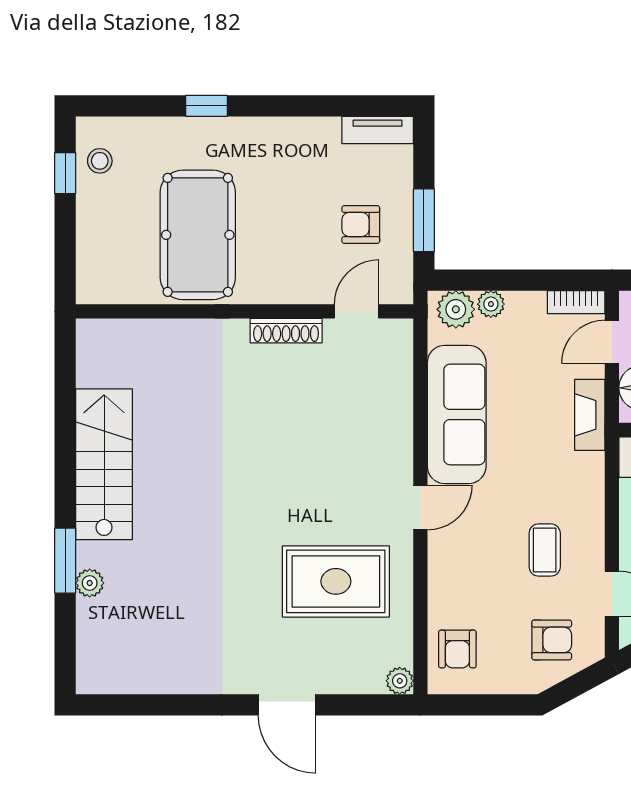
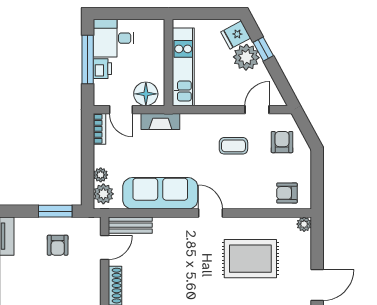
door: (357, 311) -> (105, 247), swing flipped
bench: (398, 359) -> (130, 225), added
rug: (336, 581) -> (250, 259), turned 90
armchair: (457, 649) -> (287, 193), turned 180

